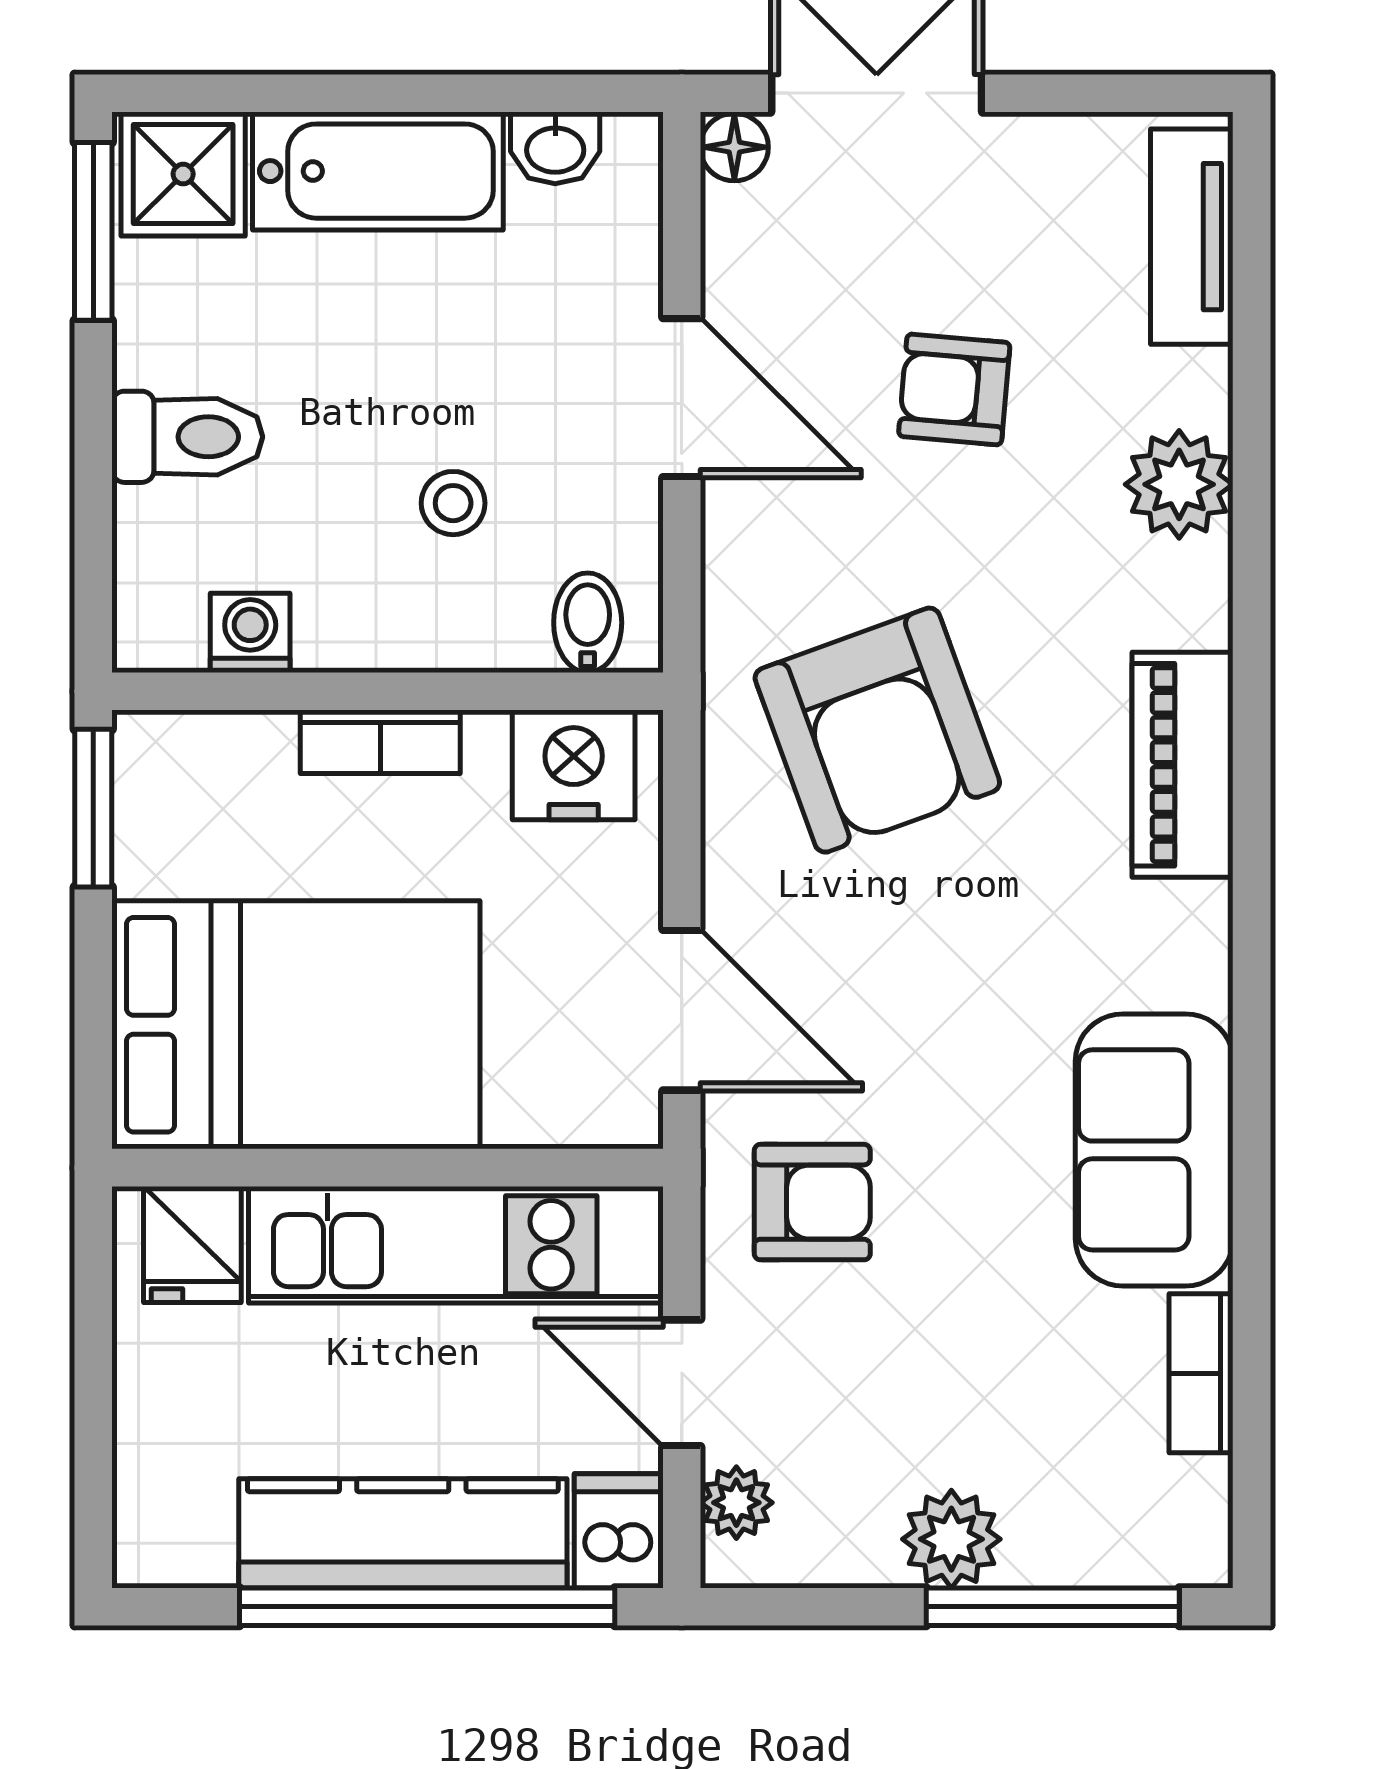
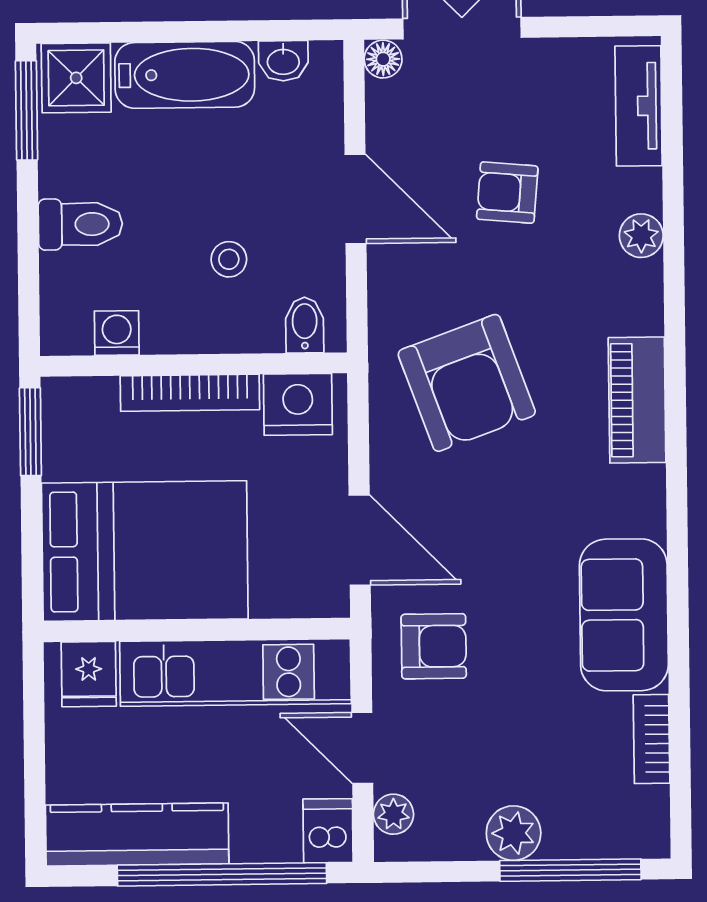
plant: (1179, 484) -> (641, 236), width x0.73, depth x0.73
bookcase: (380, 742) -> (190, 393), width x1.56
kitchen counter: (403, 1533) -> (137, 834), moved

